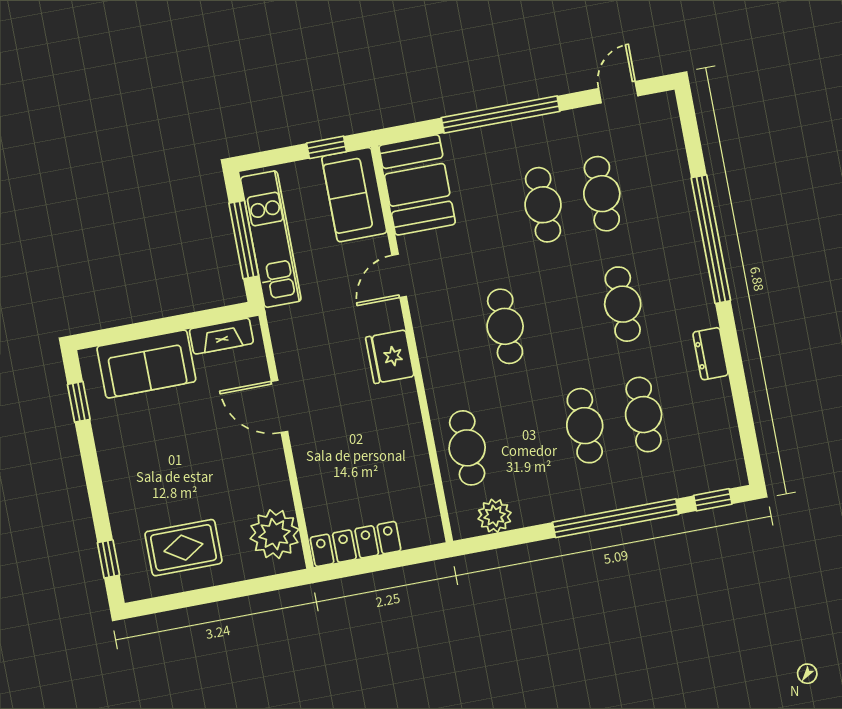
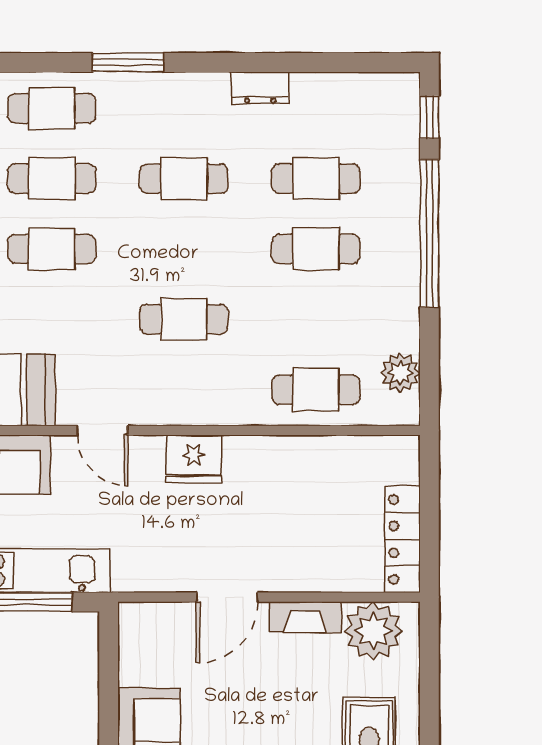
cafe table: (661, 183) -> (52, 108), added
window: (711, 239) -> (128, 63), width x0.47
fireplace: (221, 336) -> (305, 617), moved, turned 90

